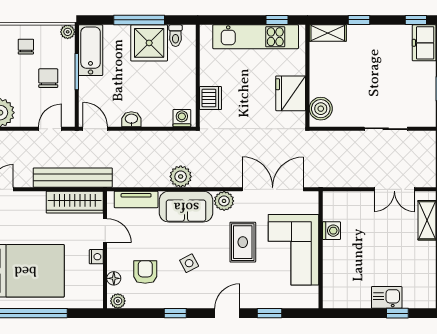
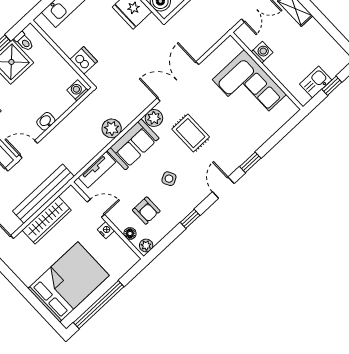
wardrobe: (75, 202) -> (47, 220), moved
washing machine: (331, 231) -> (262, 52), moved
corner sofa: (294, 250) -> (249, 87), moved
wall: (321, 250) -> (267, 71), moved
armchair: (145, 272) -> (146, 211), turned 180

